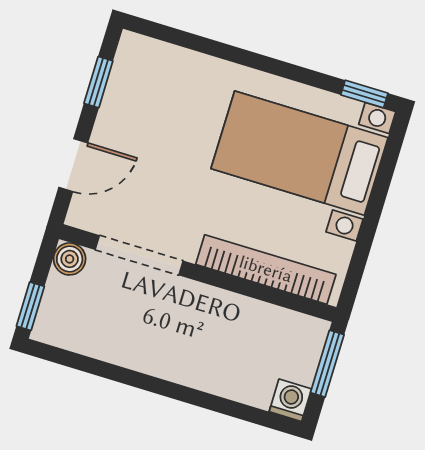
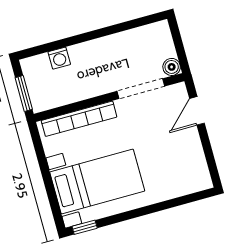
window: (98, 82) -> (209, 156), removed
window: (30, 306) -> (176, 34), removed
washing machine: (290, 400) -> (59, 58), moved

